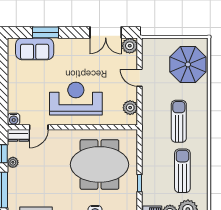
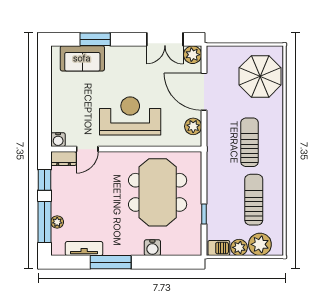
door: (140, 78) -> (204, 92), width x1.87
plant: (13, 162) -> (57, 222), moved
meeting table: (99, 164) -> (158, 192), turned 90

